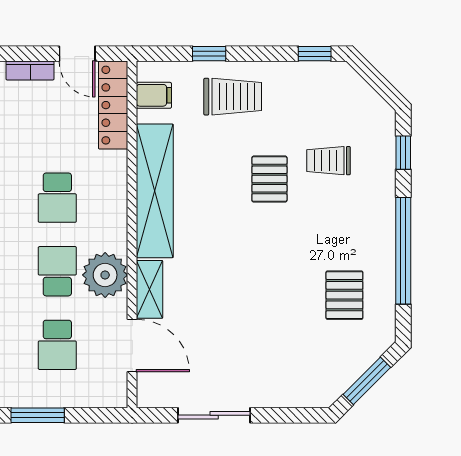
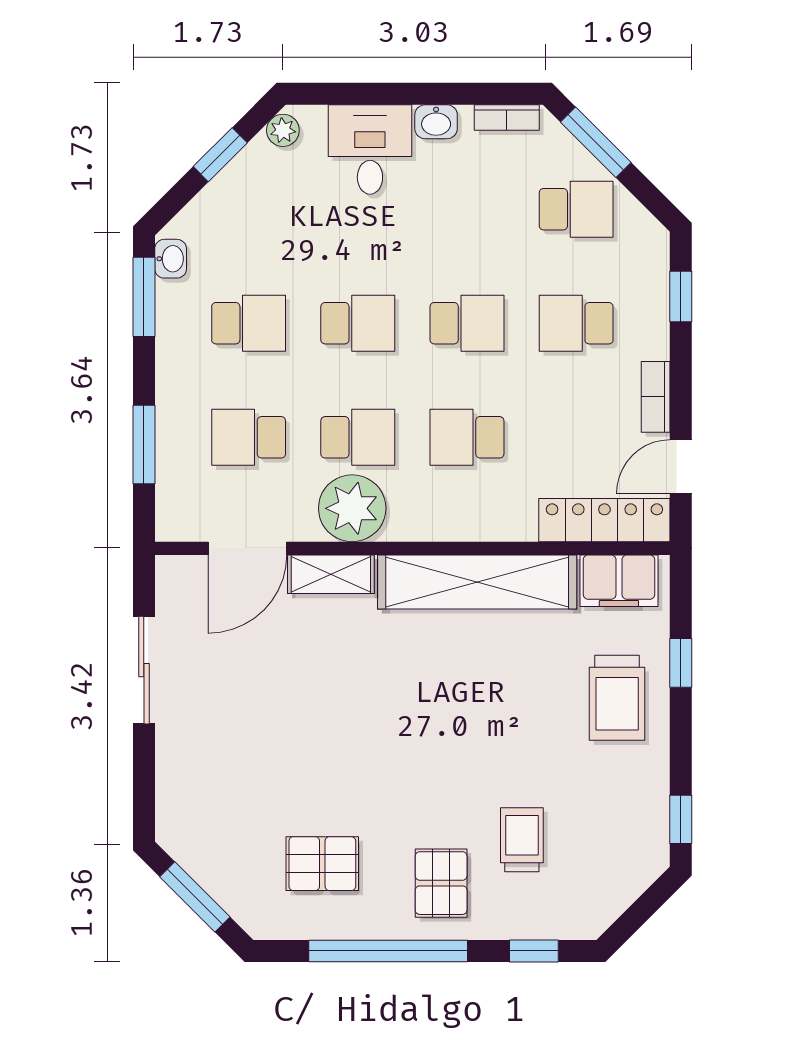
filing cabinet: (154, 95) -> (619, 581), width x2.00
pallet: (269, 179) -> (441, 883), moved, turned 90
window: (38, 415) -> (144, 445), moved

